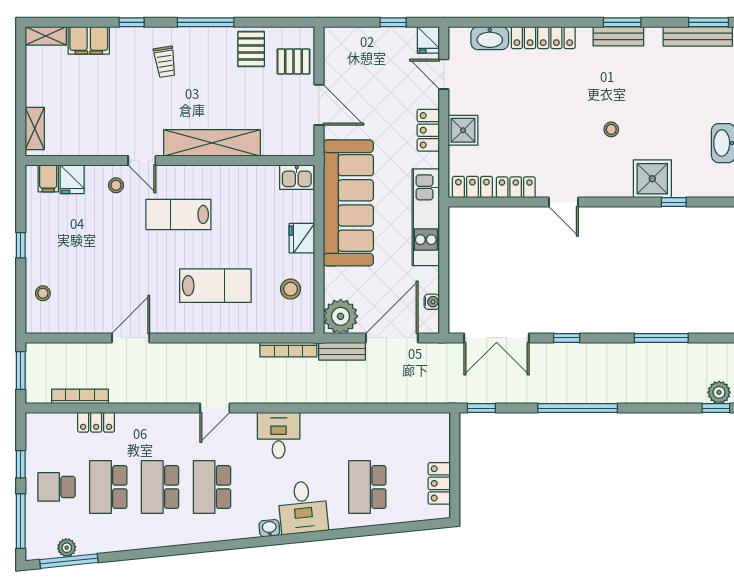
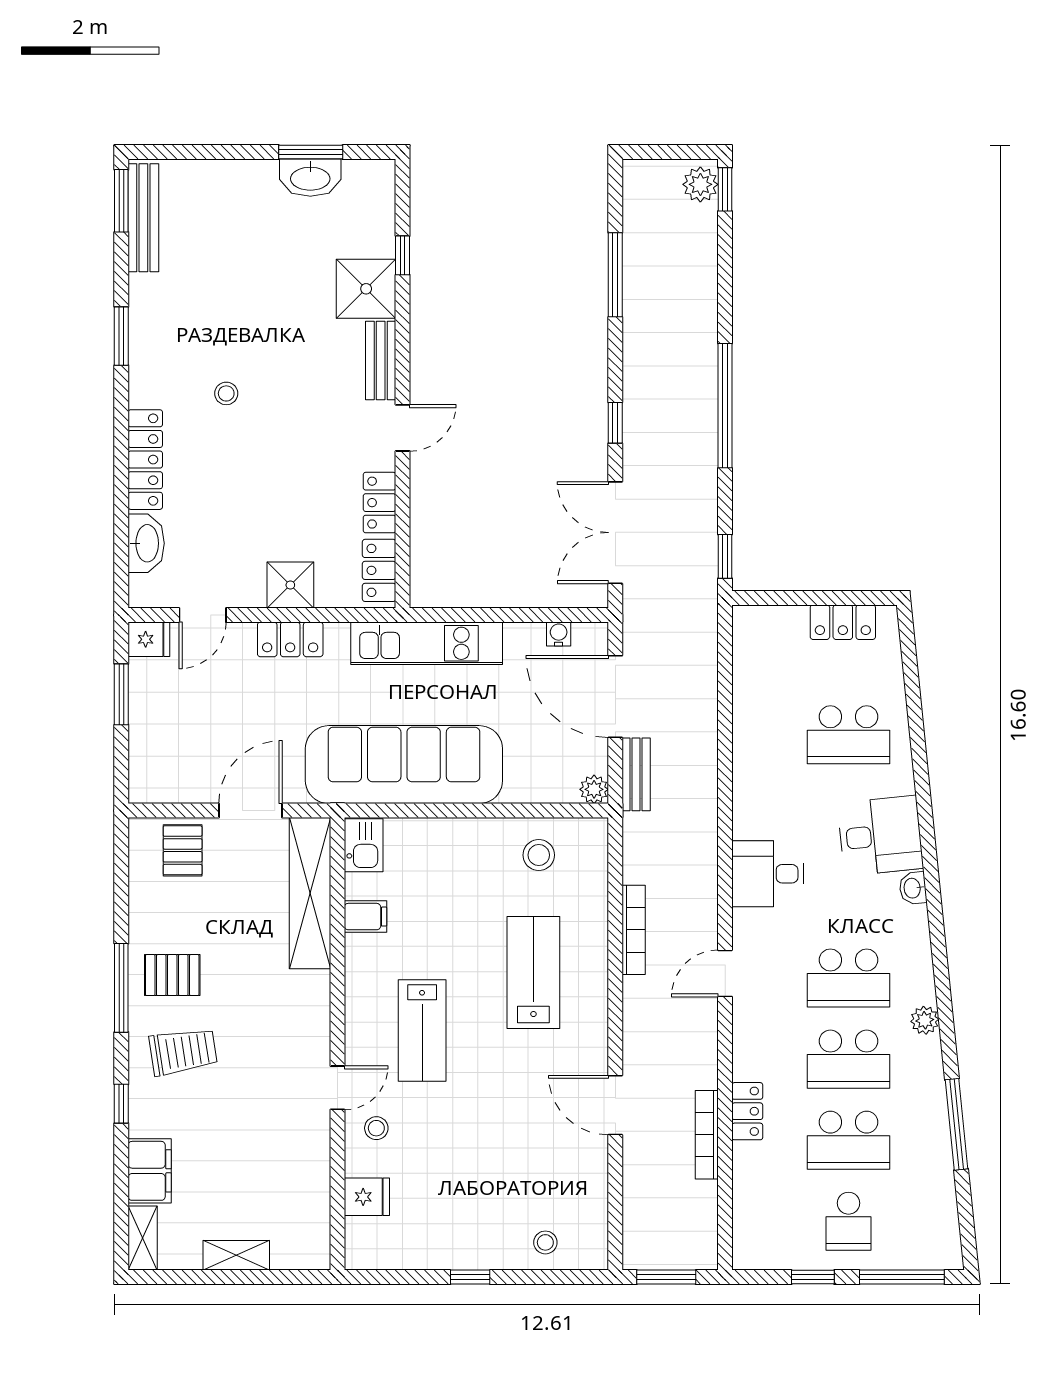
window: (393, 22) -> (121, 694), width x1.50
bench: (618, 36) -> (381, 361), moved
pallet: (251, 49) -> (172, 975), moved
trolley: (165, 62) -> (183, 1052), width x1.36, depth x1.39
shelving: (35, 129) -> (236, 1255), moved
stool: (611, 129) -> (226, 393), moved
shelving: (212, 143) -> (310, 893), moved
filing cabinet: (48, 178) -> (365, 917), moved
fridge: (302, 238) -> (459, 837), removed
plant: (341, 316) -> (594, 789), width x0.53, depth x0.53
double door: (497, 338) -> (615, 533), swing flipped
bookcase: (288, 350) -> (634, 930), moved
bookcase: (80, 396) -> (707, 1135), moved
door: (215, 408) -> (725, 973), swing flipped
locker: (96, 422) -> (747, 1111), moved
plant: (67, 548) -> (925, 1020), moved
window: (69, 561) -> (956, 1124), moved

